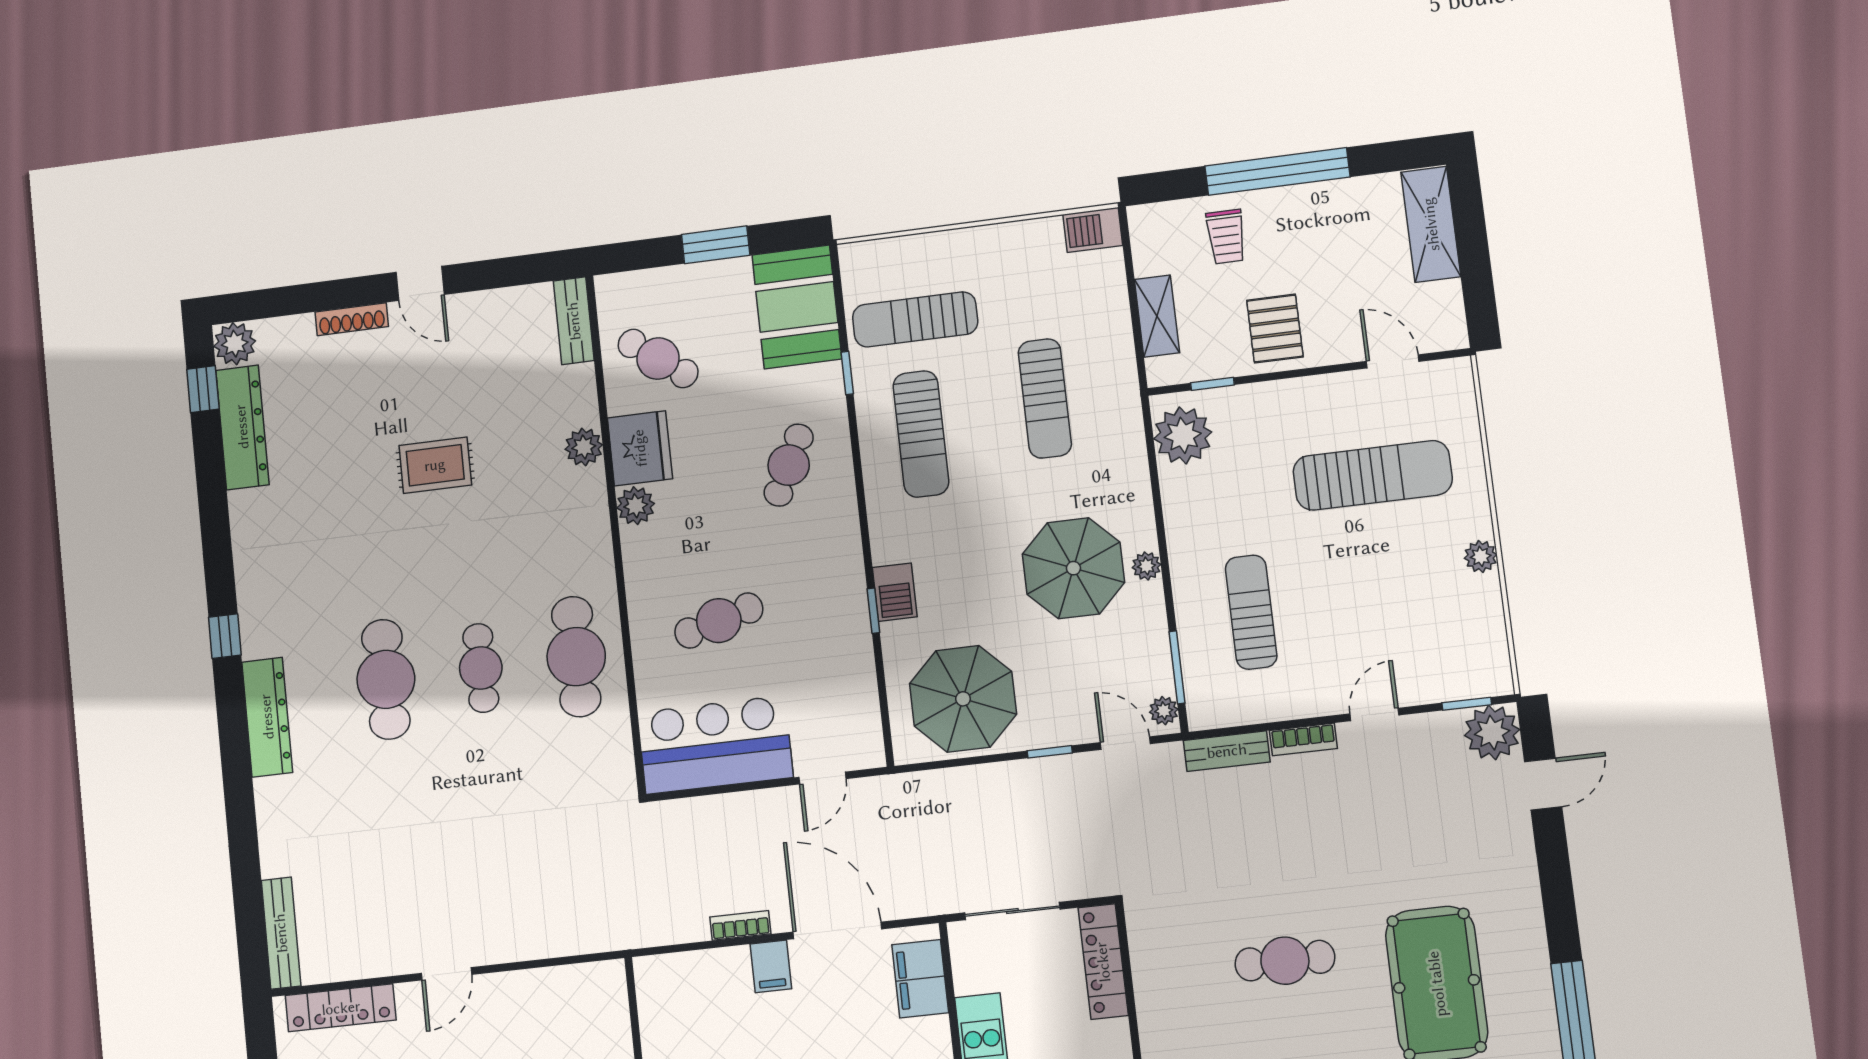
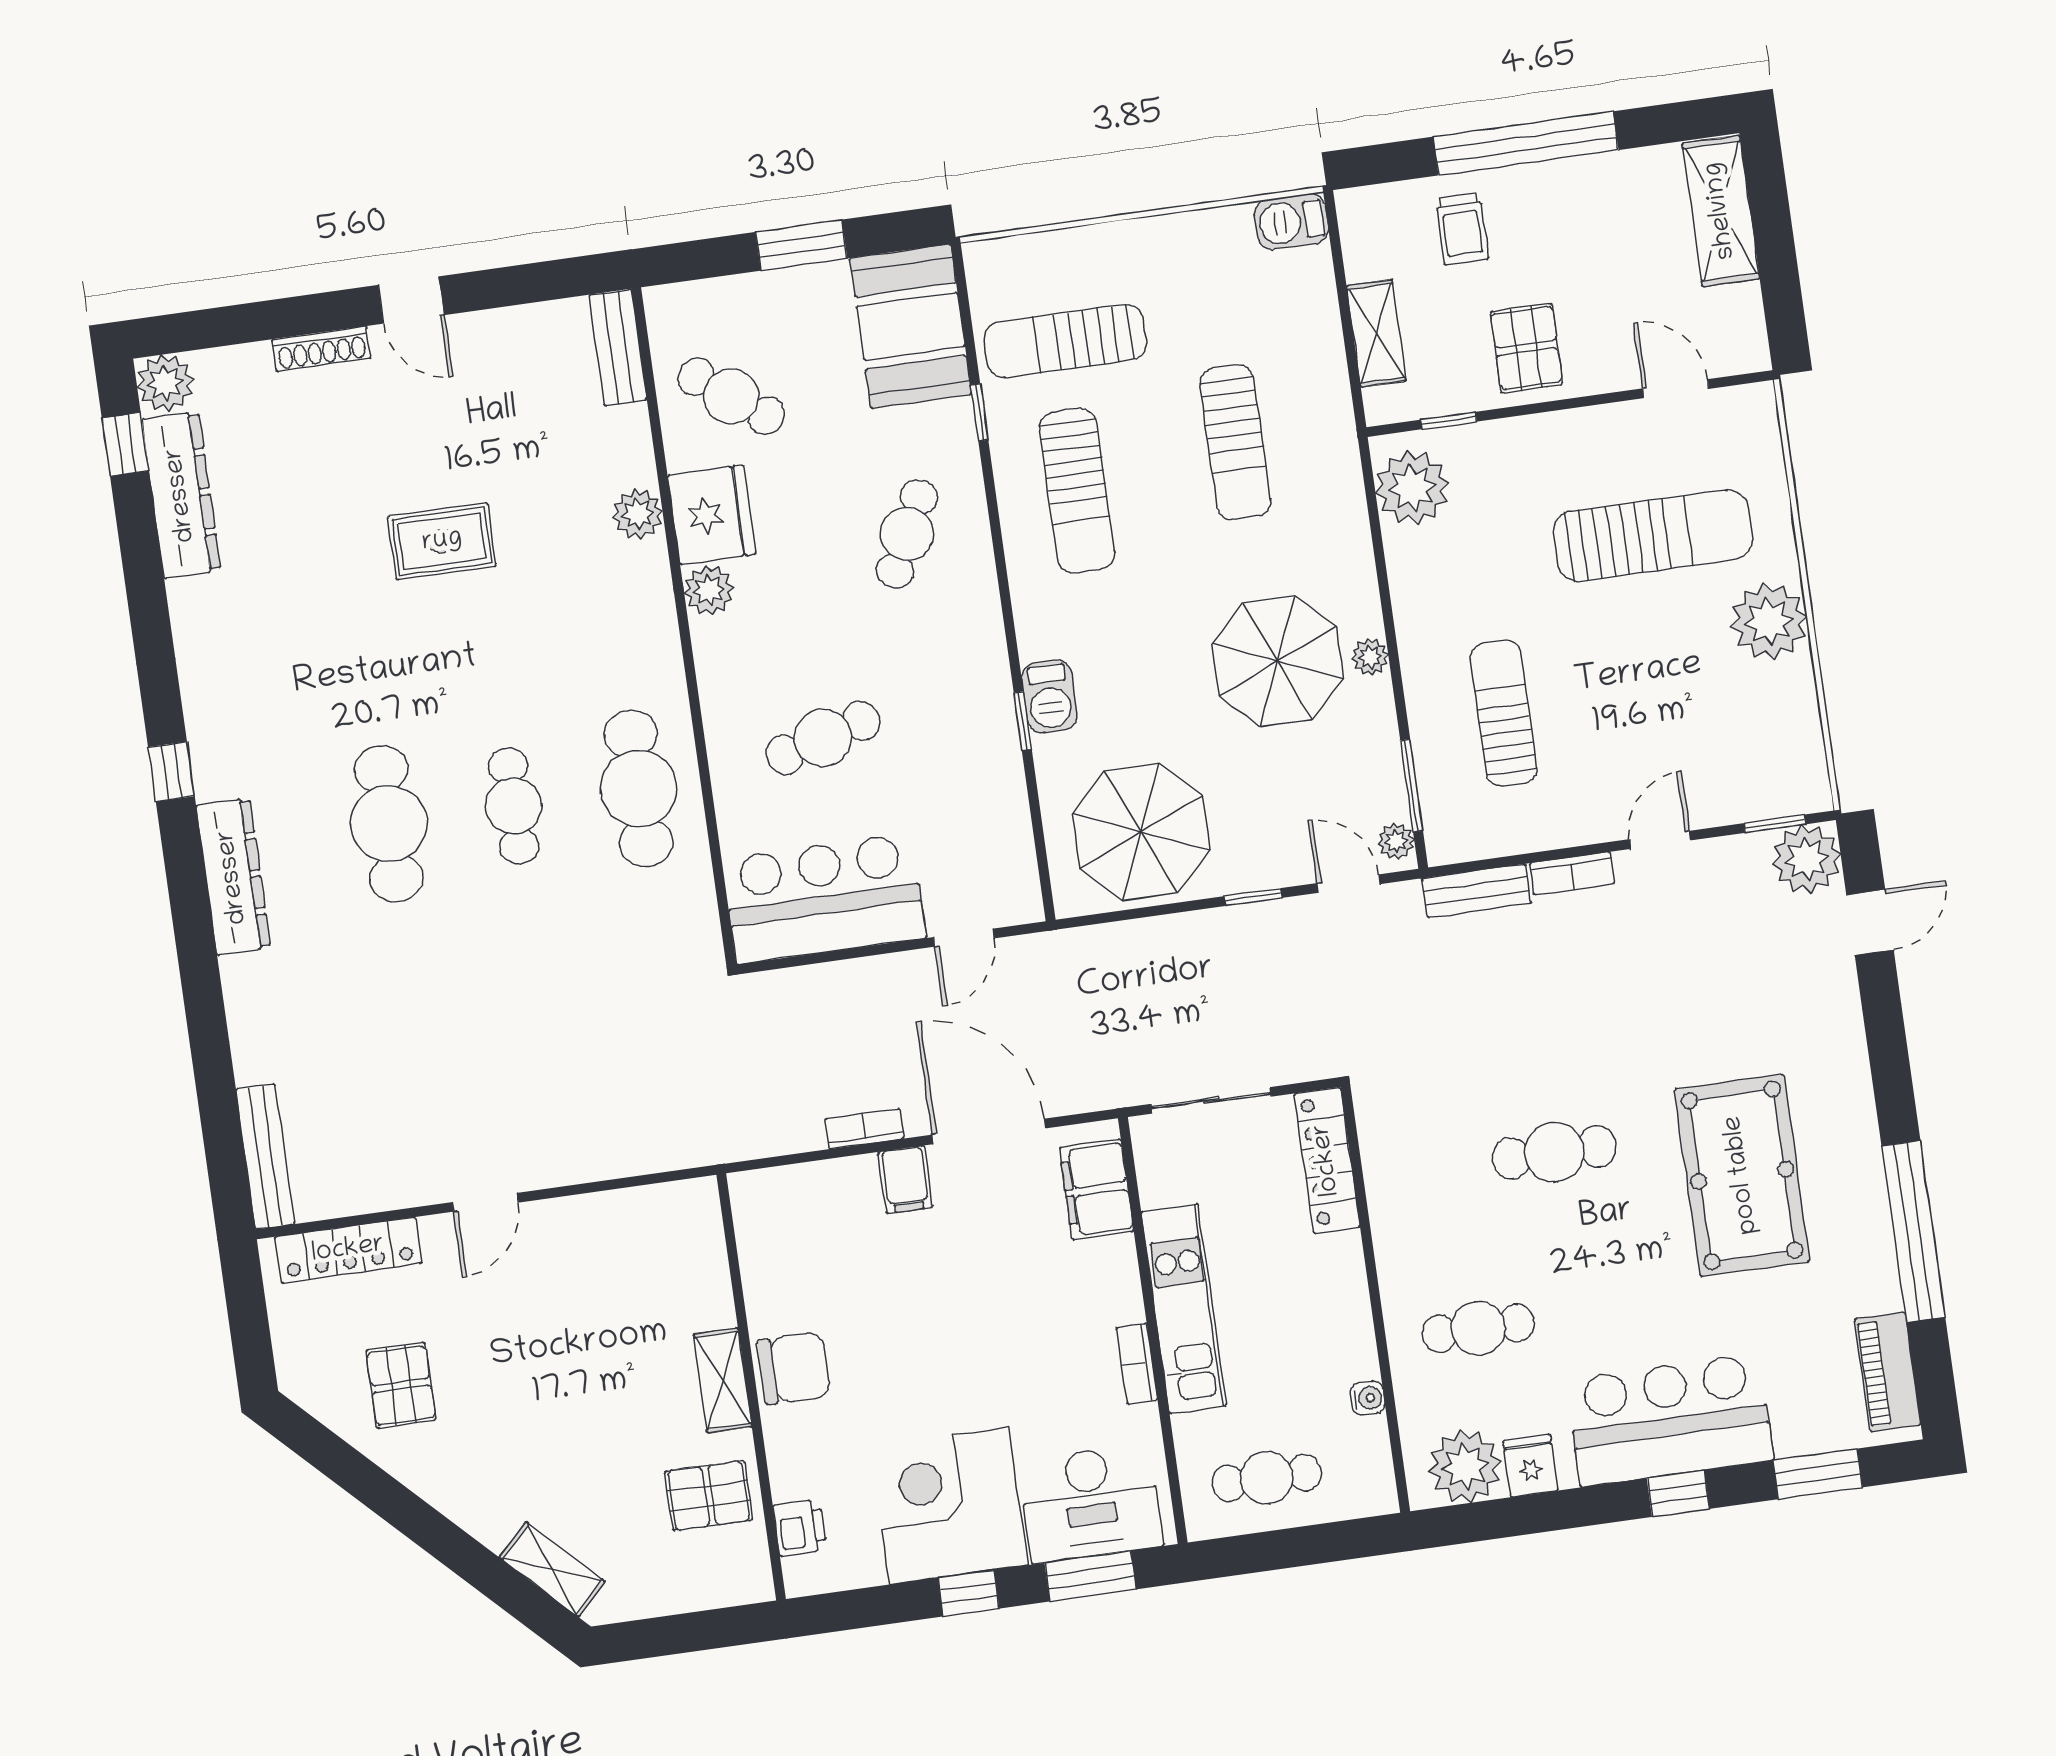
plant: (1481, 556) -> (1769, 621), width x1.88, depth x1.88

